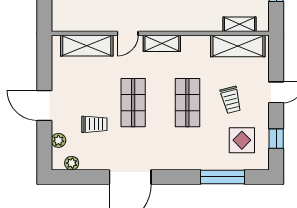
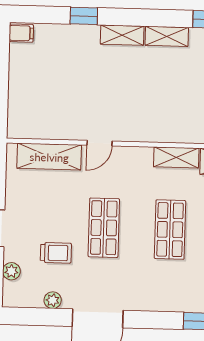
shelving: (162, 43) -> (176, 157), moved
plant: (72, 163) -> (53, 300), moved

